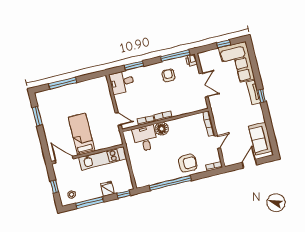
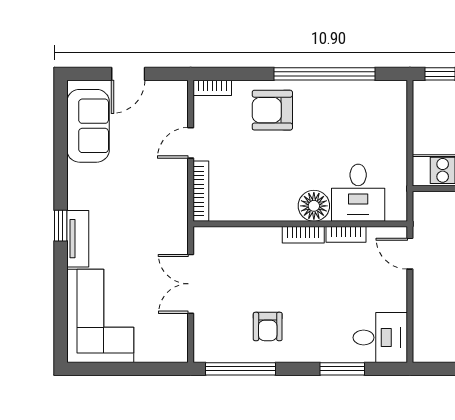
window: (223, 44) -> (121, 369), removed
printer: (191, 60) -> (205, 349), removed

